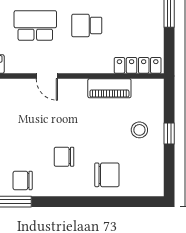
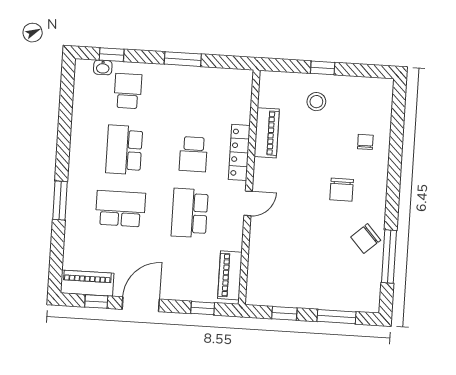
locker: (138, 65) -> (239, 152), moved
chair: (107, 175) -> (365, 142), width x0.54, depth x0.54
chair: (23, 180) -> (366, 239), turned 48

